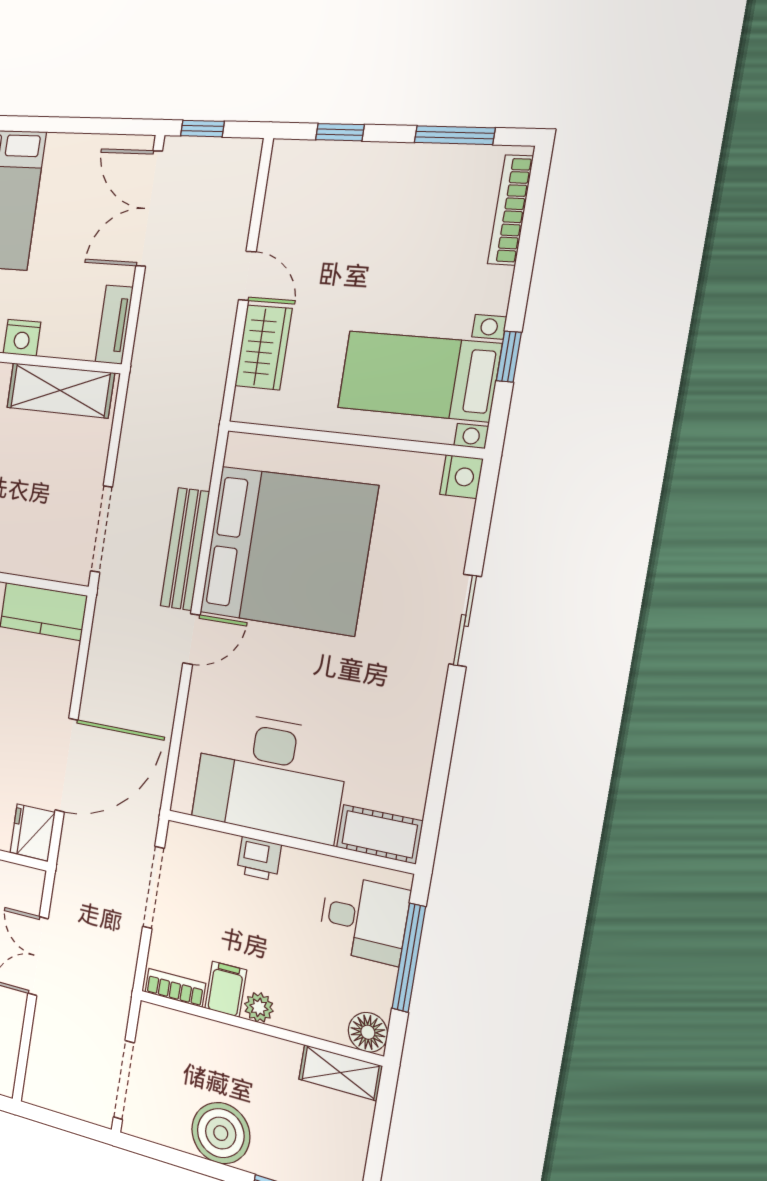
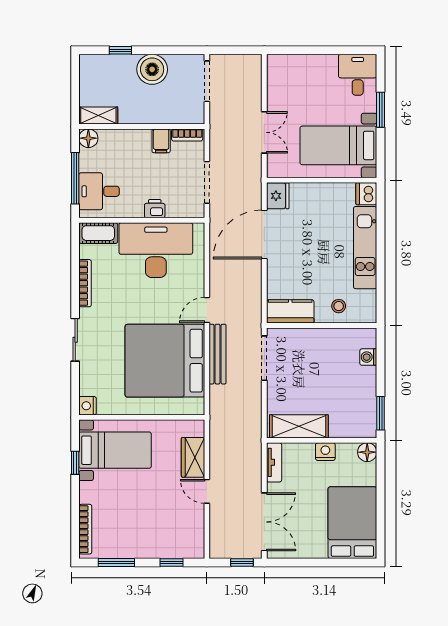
bookcase: (424, 736) -> (85, 283), added
plant: (259, 1007) -> (143, 136), removed

